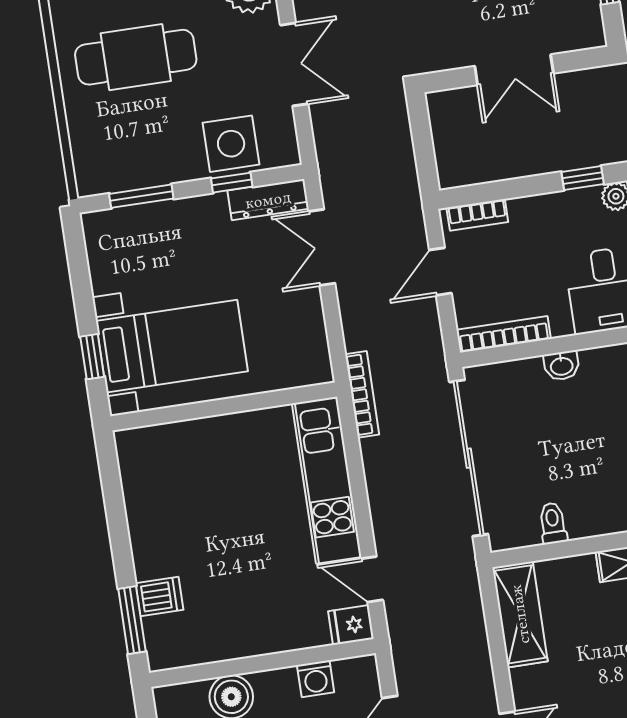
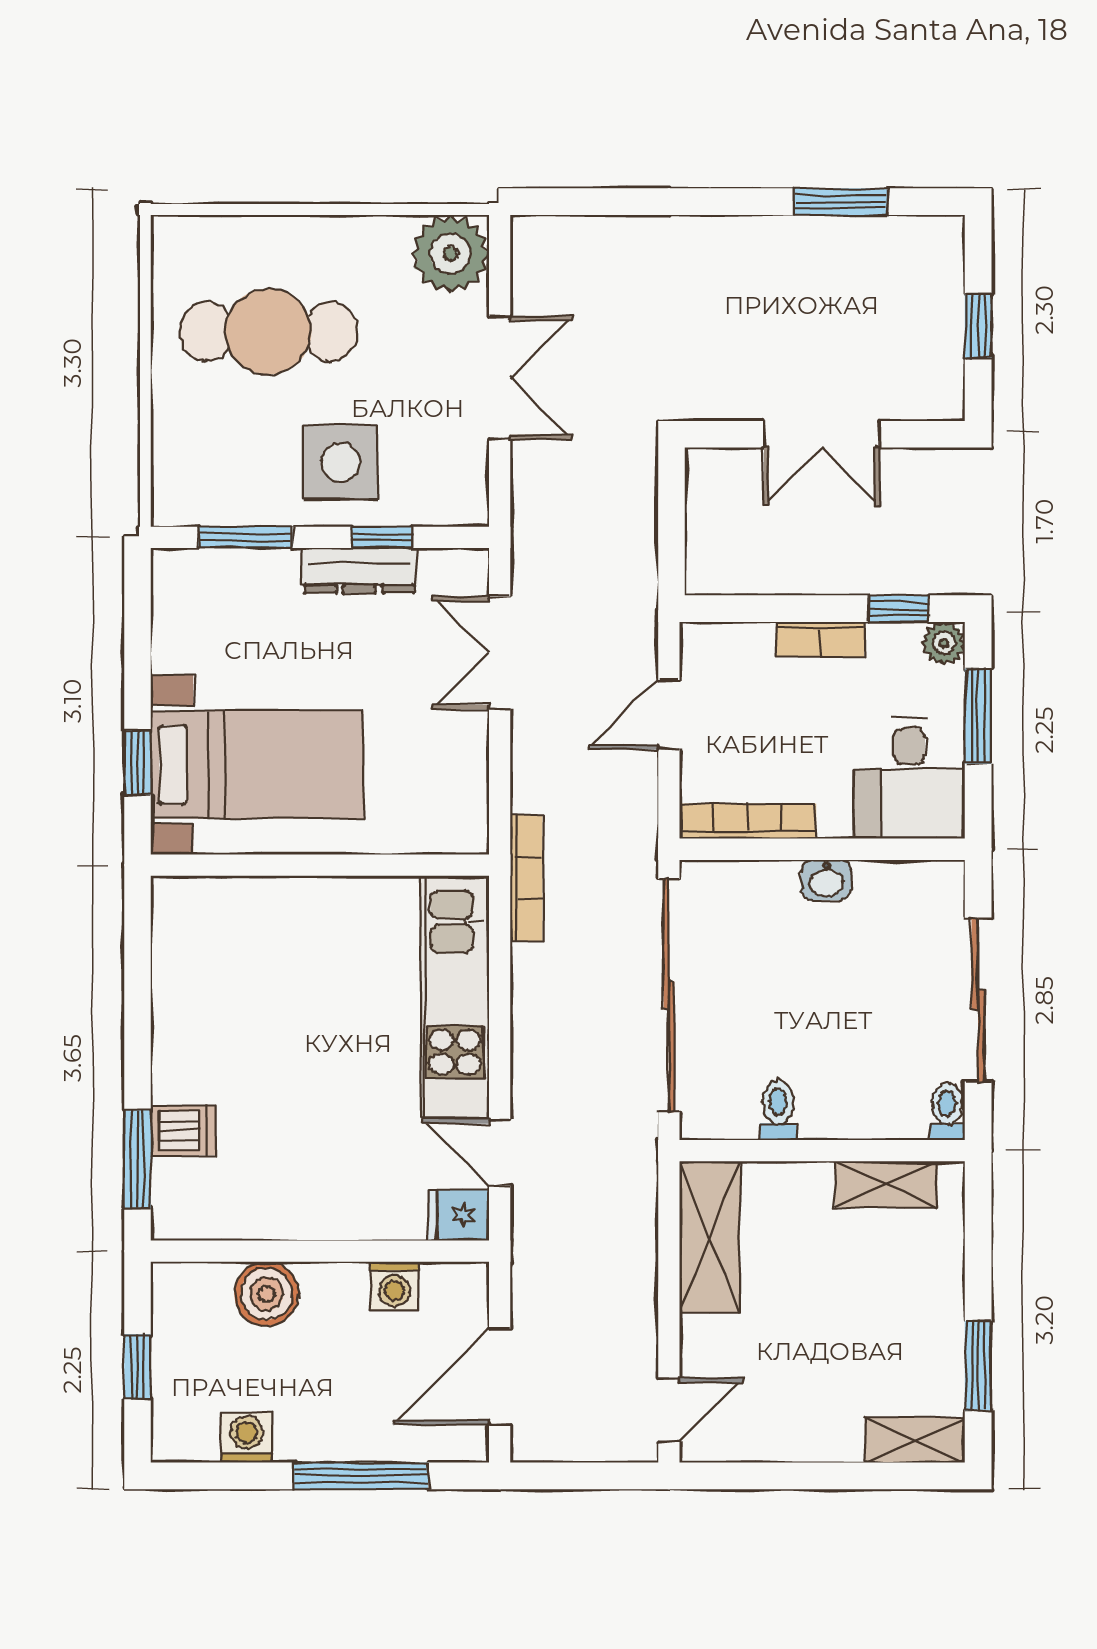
side table: (231, 144) -> (341, 462), moved
dresser: (268, 200) -> (359, 571), moved
bookcase: (477, 215) -> (820, 639), moved

